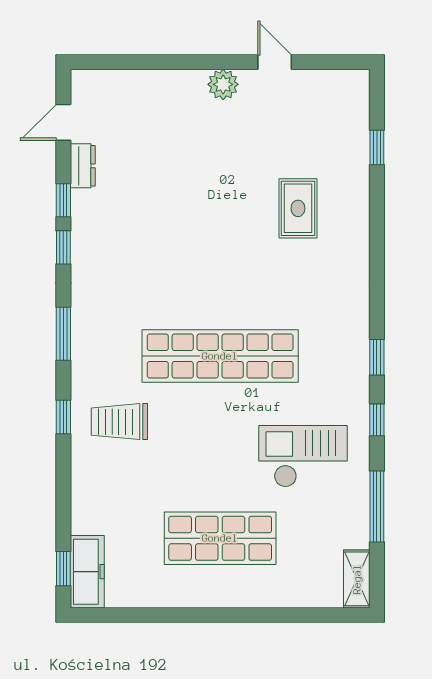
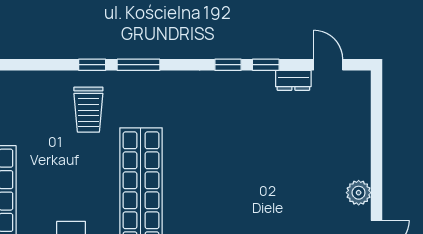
window: (63, 334) -> (138, 65), moved
trolley: (119, 422) -> (88, 110), turned 180

